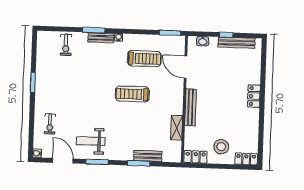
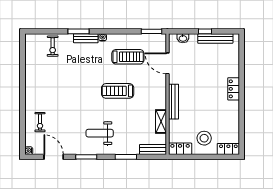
window: (33, 82) -> (22, 83), removed
weight bench: (91, 141) -> (100, 133), moved
bench: (148, 156) -> (153, 149), moved

